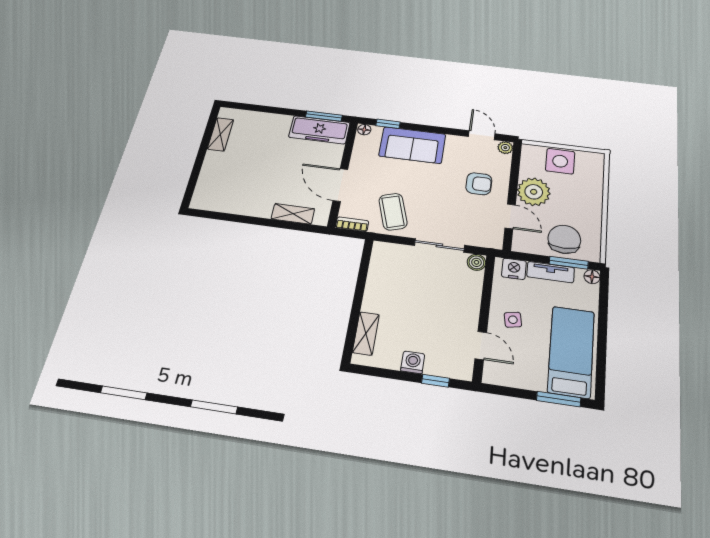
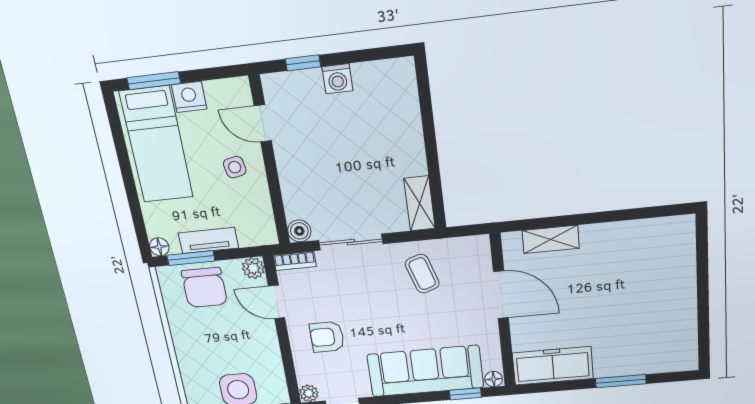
window: (324, 116) -> (621, 381), moved
shelving: (221, 134) -> (686, 330), removed
sofa: (412, 145) -> (425, 371), width x1.36
plant: (534, 192) -> (253, 268), moved, width x0.53, depth x0.53
coffee table: (393, 212) -> (422, 274), width x0.73, depth x0.77
bookcase: (352, 224) -> (295, 261), moved
nightstand: (514, 269) -> (189, 97), moved, turned 180
shelving: (366, 333) -> (419, 203), moved

